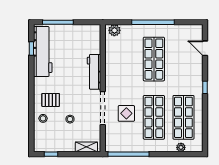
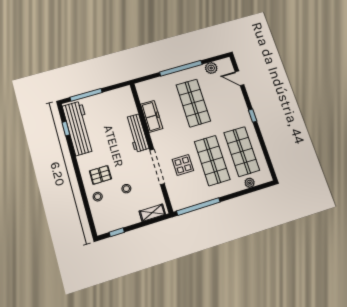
plant: (114, 30) -> (211, 68), moved
freezer: (112, 60) -> (152, 116), added

